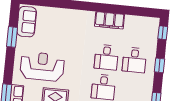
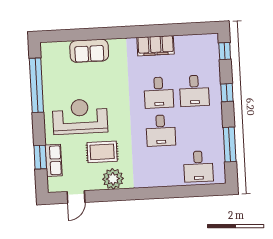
sofa: (27, 22) -> (89, 51), moved, turned 90
window: (12, 37) -> (36, 85), width x2.11

